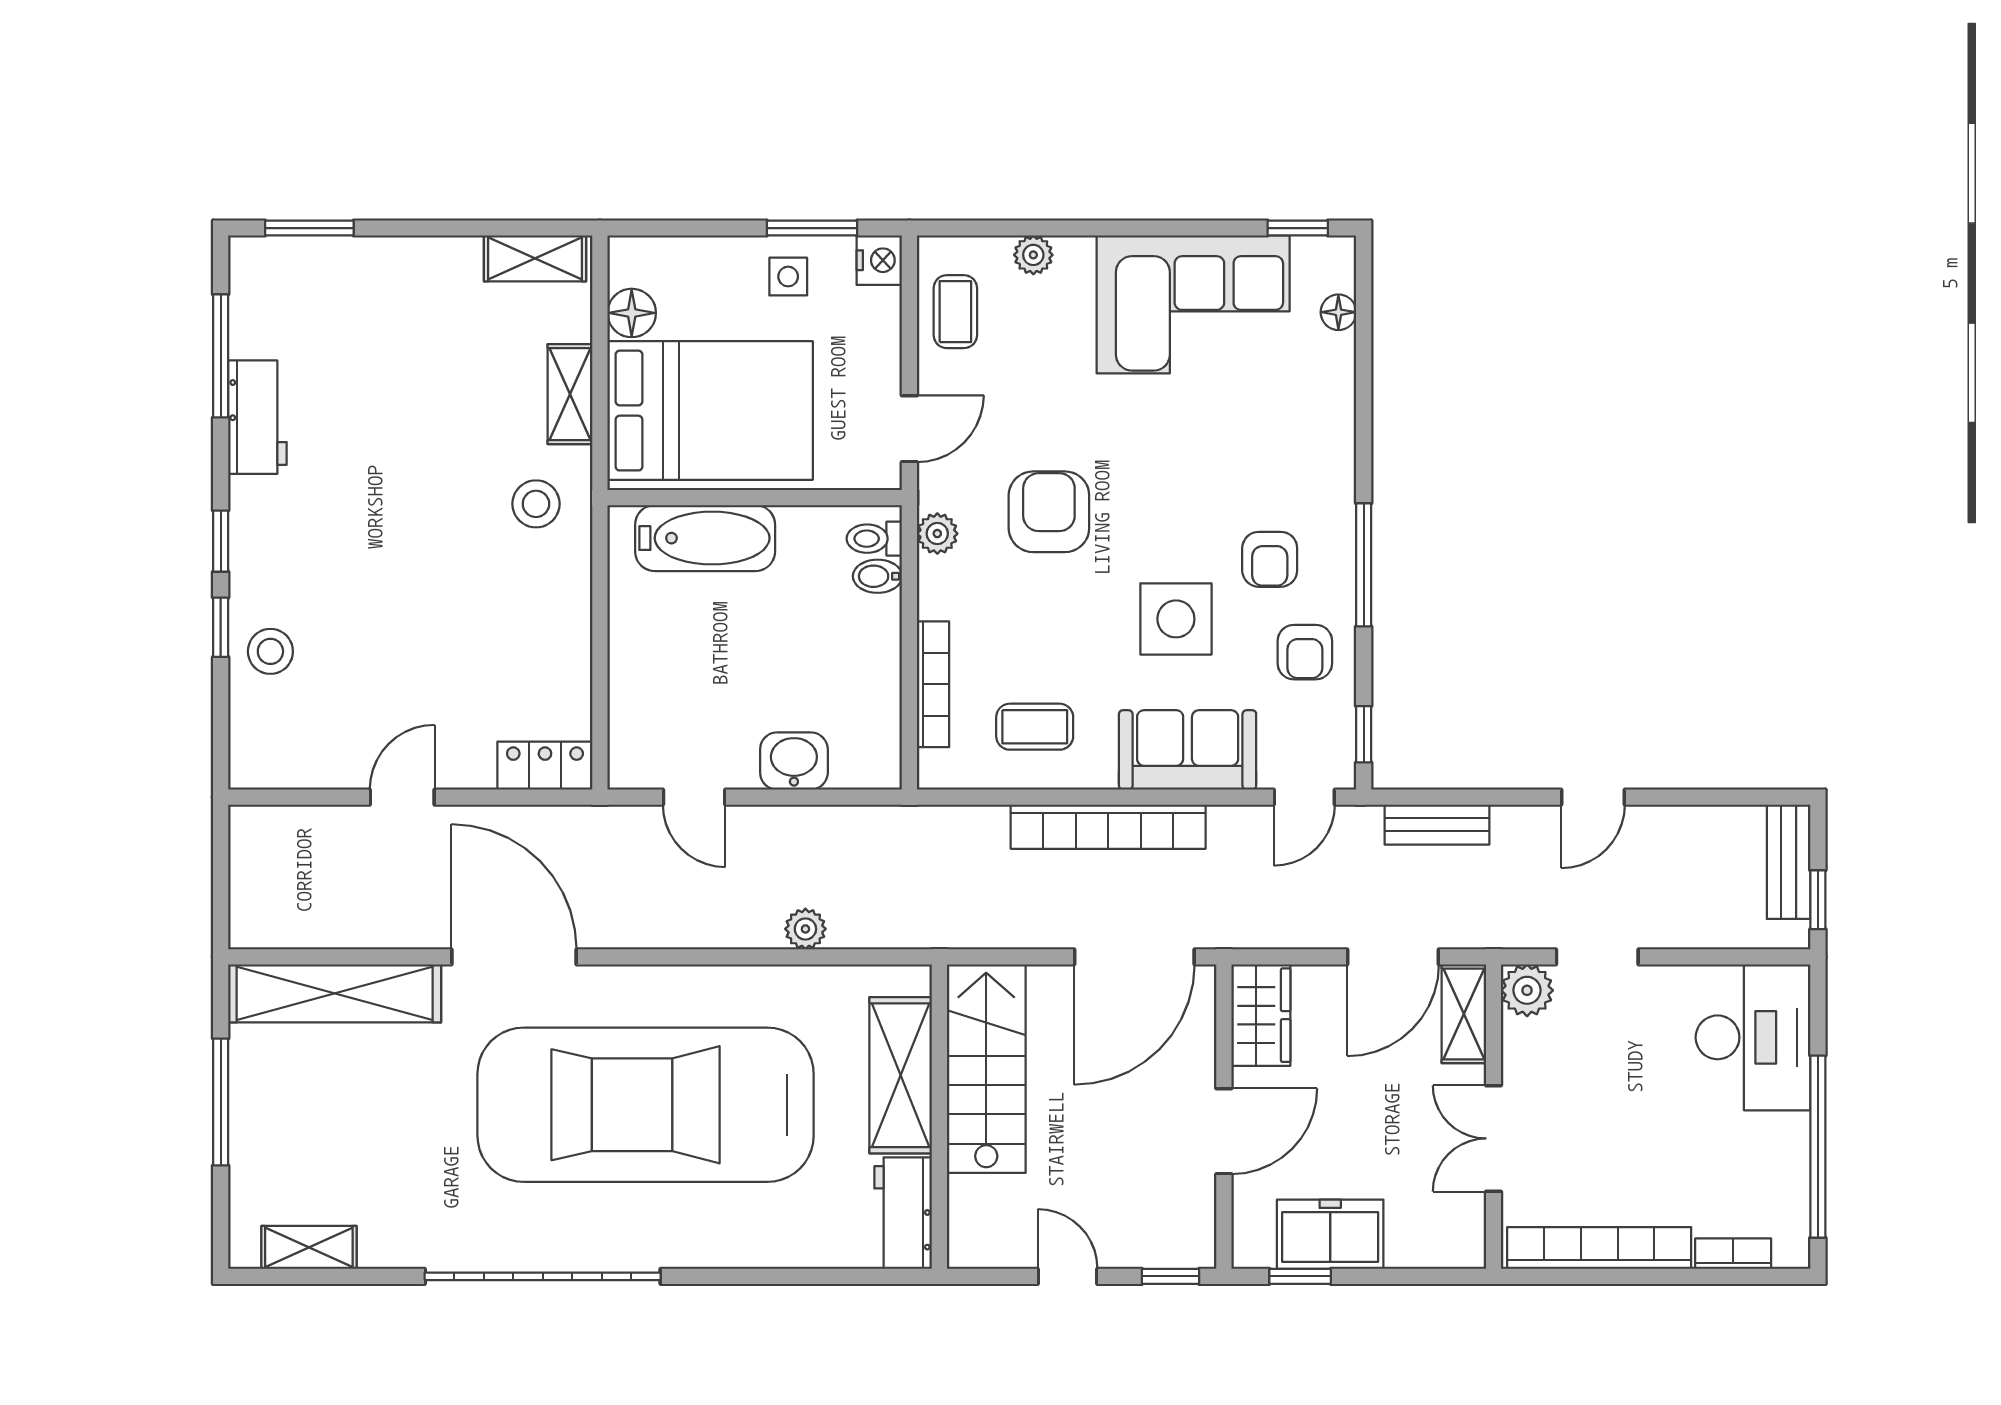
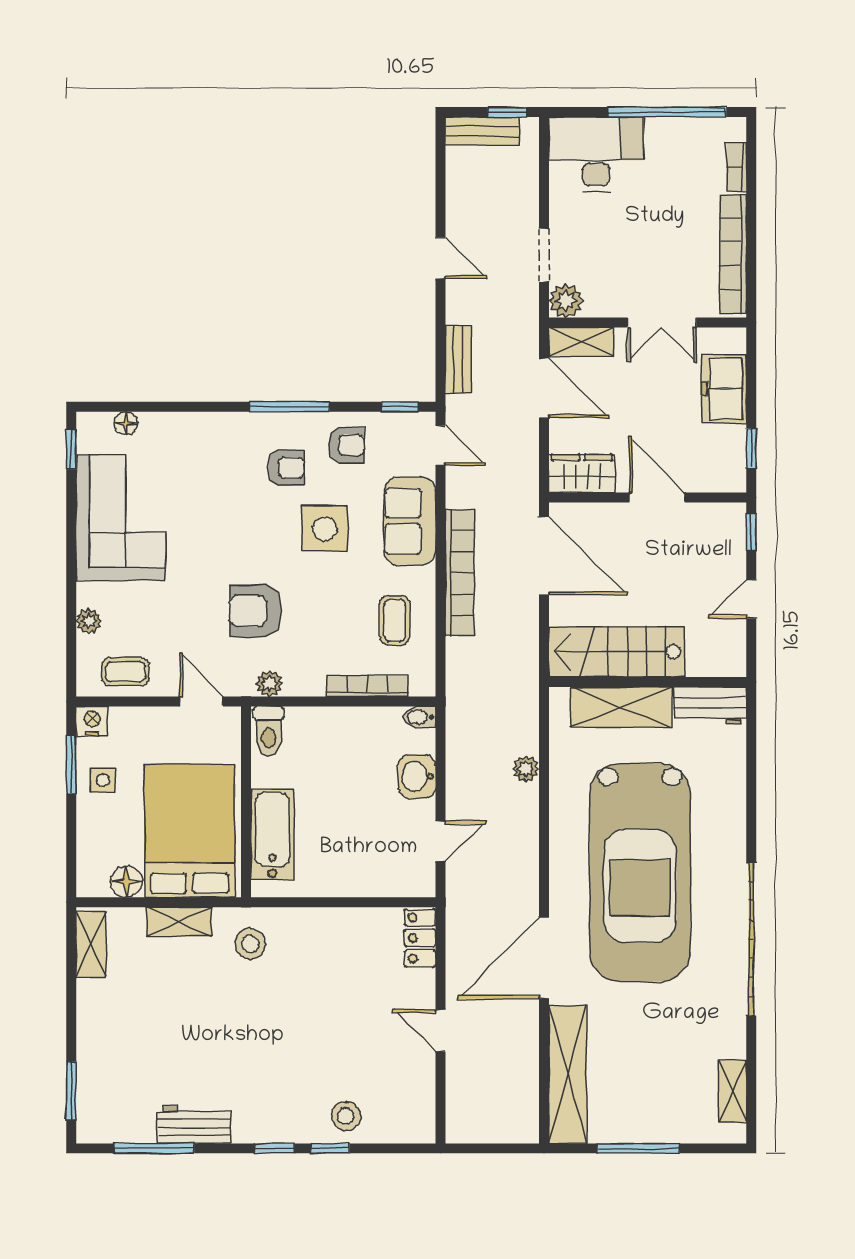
toilet: (874, 539) -> (269, 731), width x1.37, depth x1.39
bidet: (877, 576) -> (420, 717), moved, turned 90
freezer: (1330, 1234) -> (724, 389), moved

